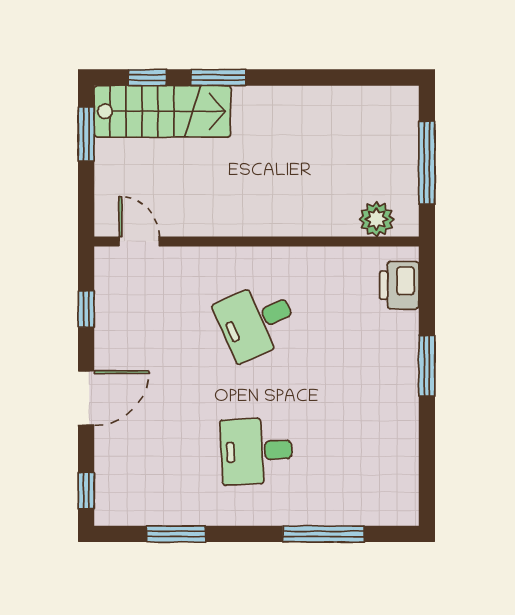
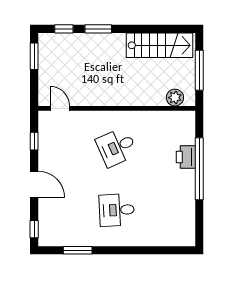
stairs: (162, 111) -> (160, 45), moved
printer: (399, 285) -> (186, 157), moved
window: (427, 366) -> (199, 169), width x2.11
door: (86, 398) -> (34, 184), hinge flipped
window: (324, 534) -> (149, 250), removed

